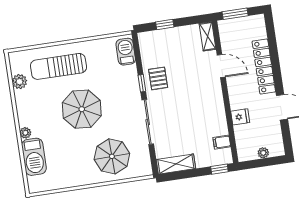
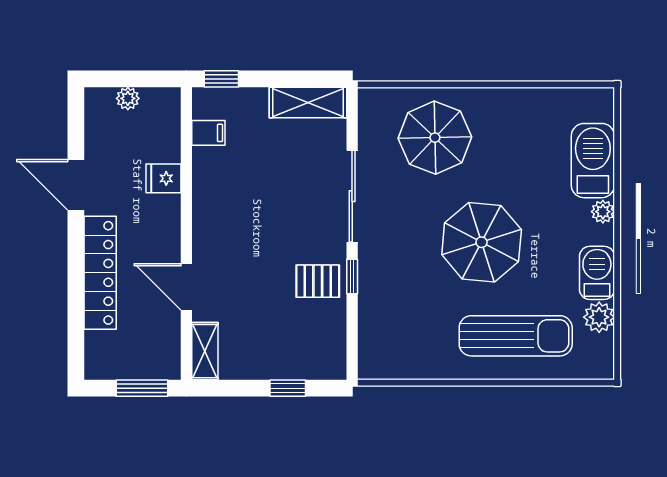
barbecue: (126, 52) -> (597, 273), moved, turned 180
pallet: (158, 78) -> (318, 281), turned 90

